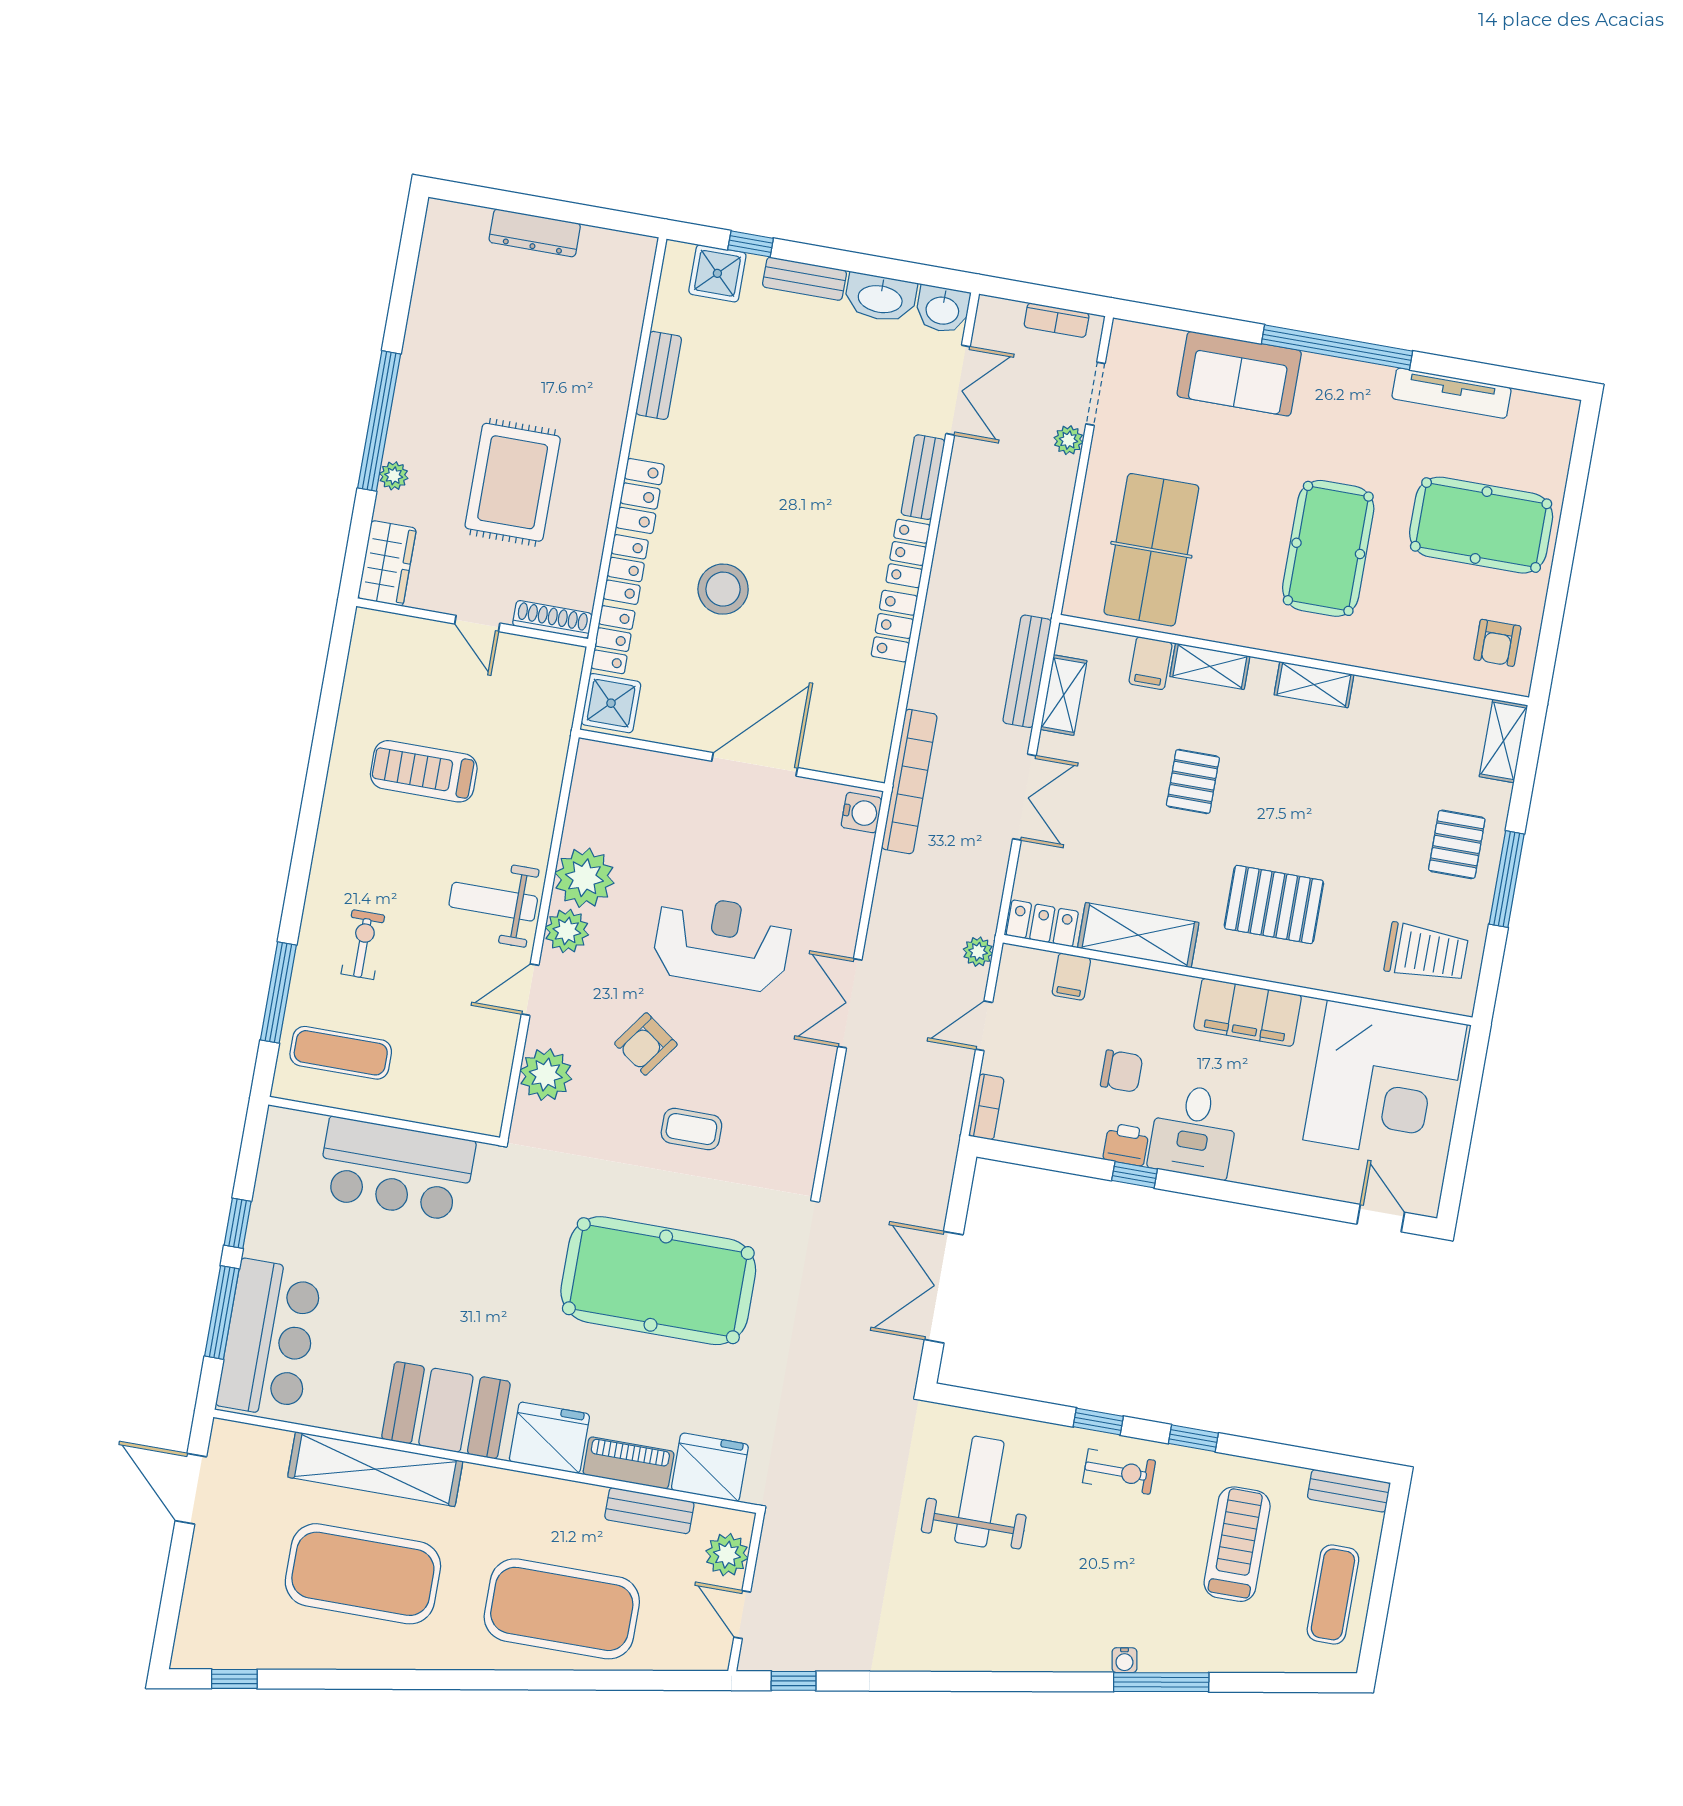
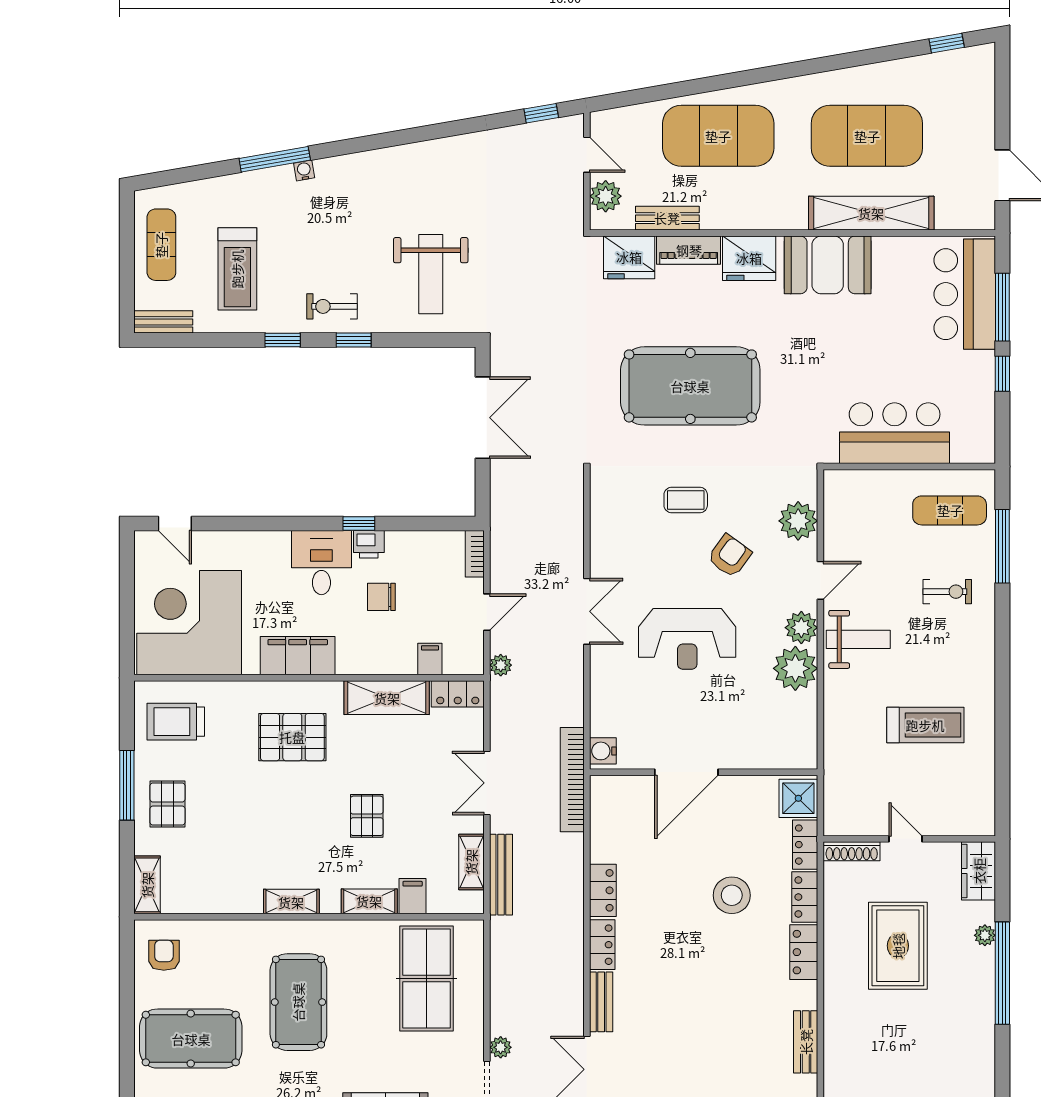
exercise bike: (363, 945) -> (947, 592), turned -90

